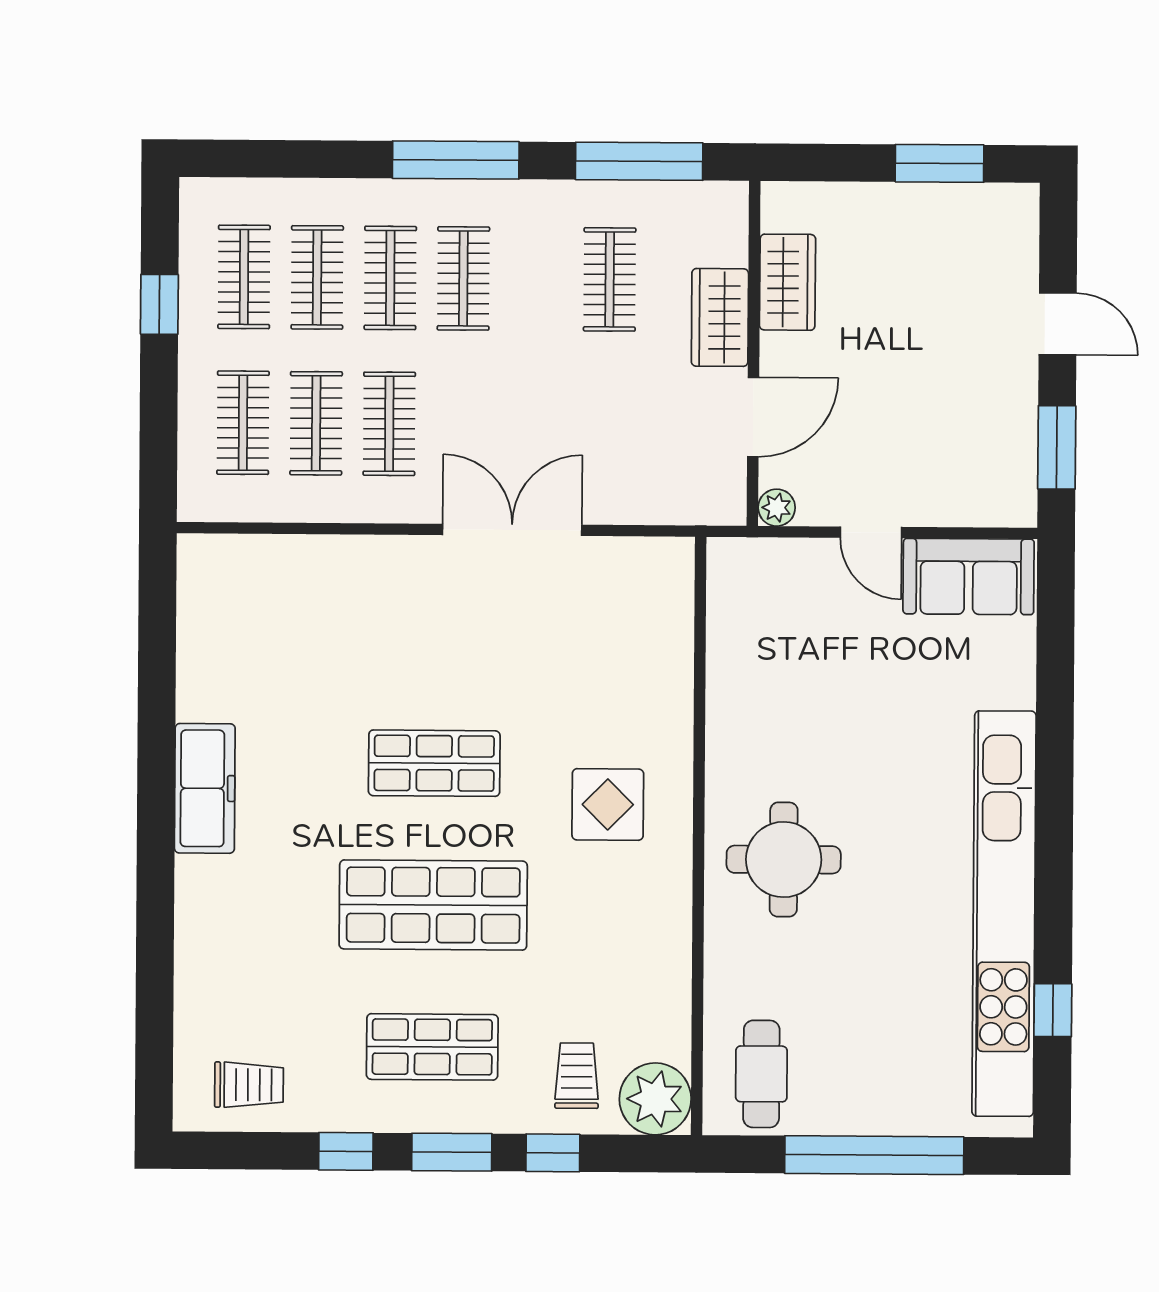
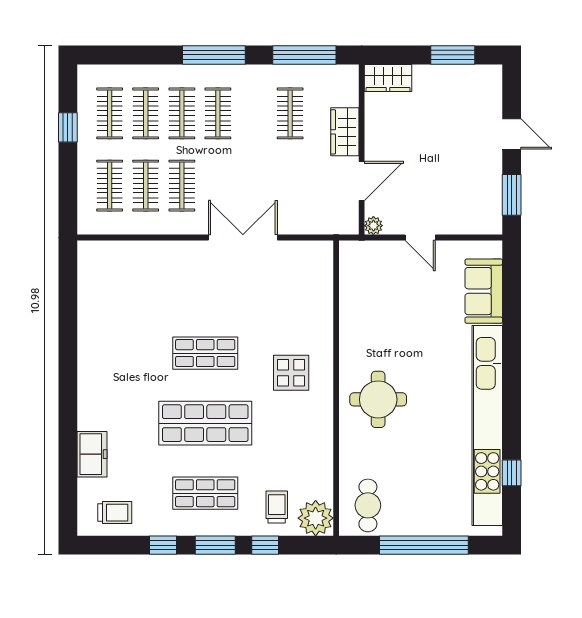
wardrobe: (787, 282) -> (388, 78), moved, turned 90
sofa: (969, 577) -> (484, 291), moved, turned 90
freezer: (205, 788) -> (92, 454), moved, width x0.71

